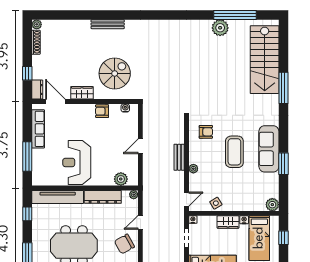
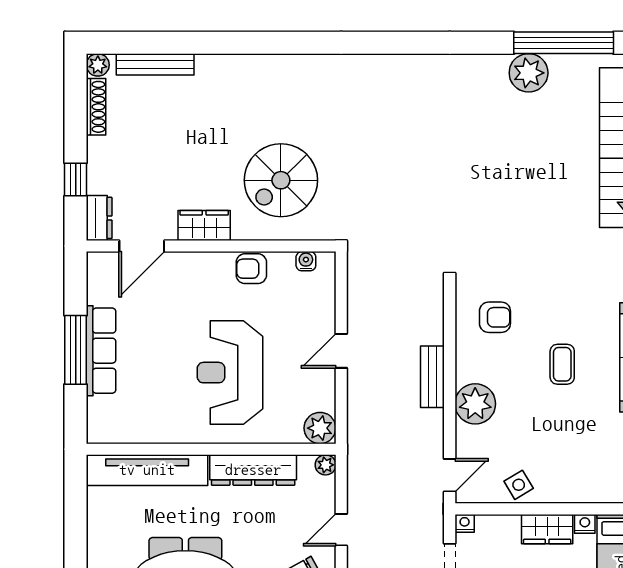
bench: (108, 24) -> (155, 64), moved
spiral stairs: (115, 73) -> (281, 180), turned 180
door: (55, 101) -> (142, 246), swing flipped
row of seats: (38, 129) -> (101, 351), moved
coffee table: (234, 152) -> (562, 364), width x0.54, depth x0.58
window: (27, 156) -> (76, 350), moved
reception desk: (77, 162) -> (230, 373), moved
plant: (193, 169) -> (475, 404), width x1.87, depth x1.87
plant: (121, 179) -> (320, 428), moved
window: (27, 214) -> (76, 510), removed

